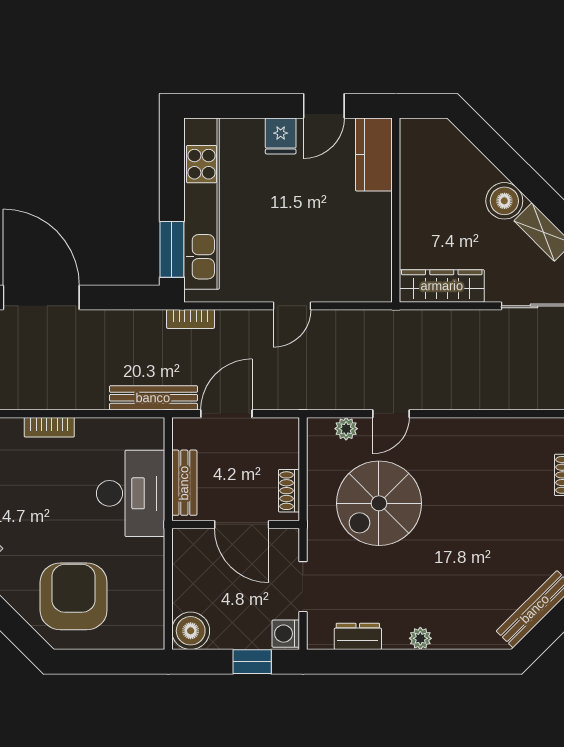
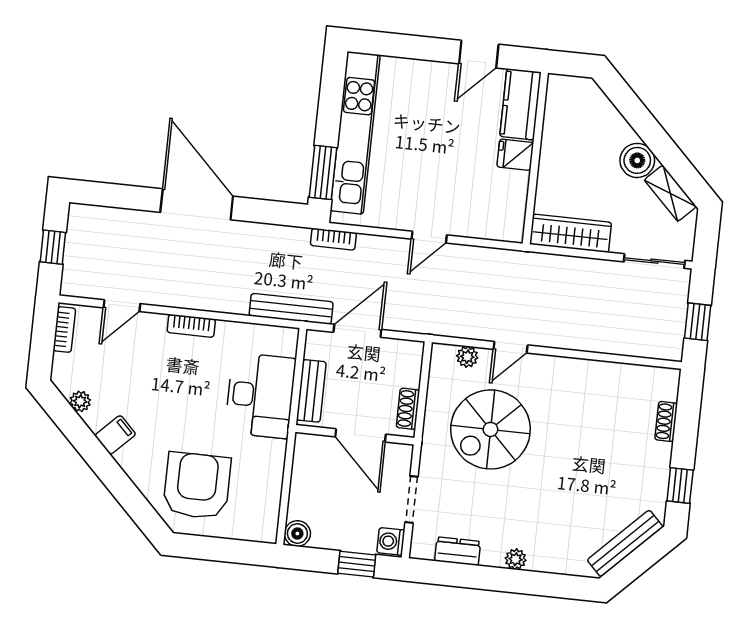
fridge: (281, 136) -> (515, 155), moved, turned 90
boiler: (191, 631) -> (297, 533), width x0.73, depth x0.73

